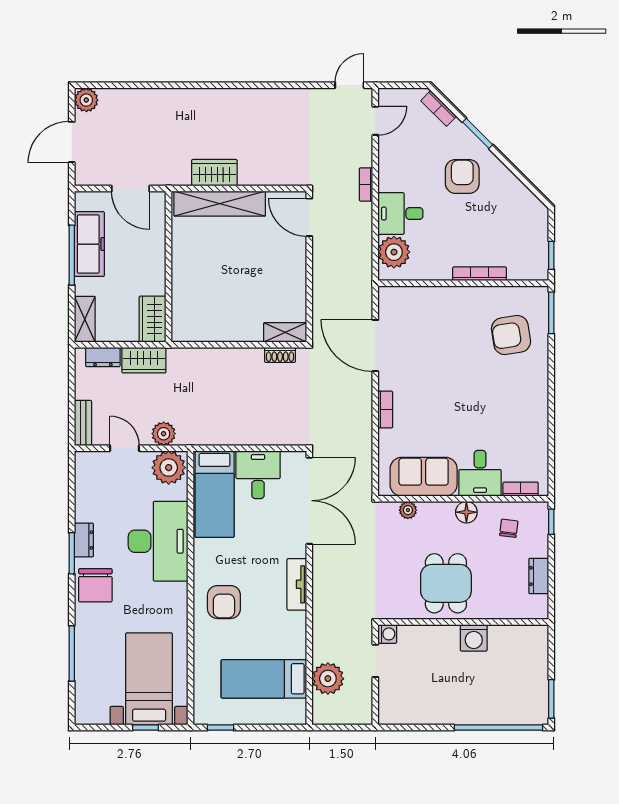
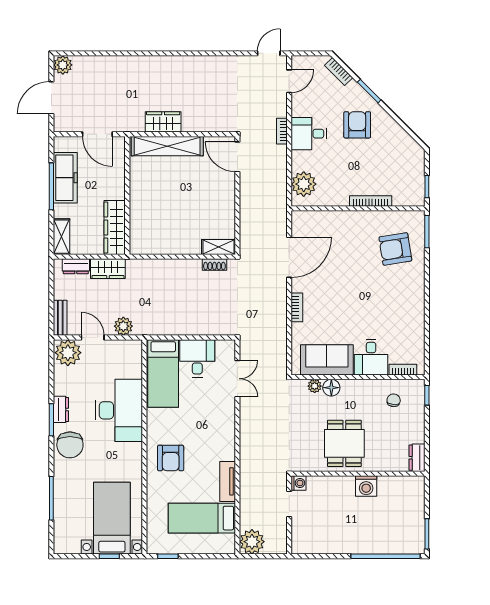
desk: (400, 214) -> (309, 134), moved
wardrobe: (153, 319) -> (115, 227), width x1.50
door: (375, 346) -> (289, 257), swing flipped
plant: (169, 468) -> (68, 353), moved
double door: (309, 501) -> (237, 379), width x0.54
floor lamp: (466, 512) -> (331, 388), moved
dresser: (539, 576) -> (417, 458), moved
tv unit: (297, 584) -> (228, 481), moved
plant: (328, 679) -> (252, 542), moved

